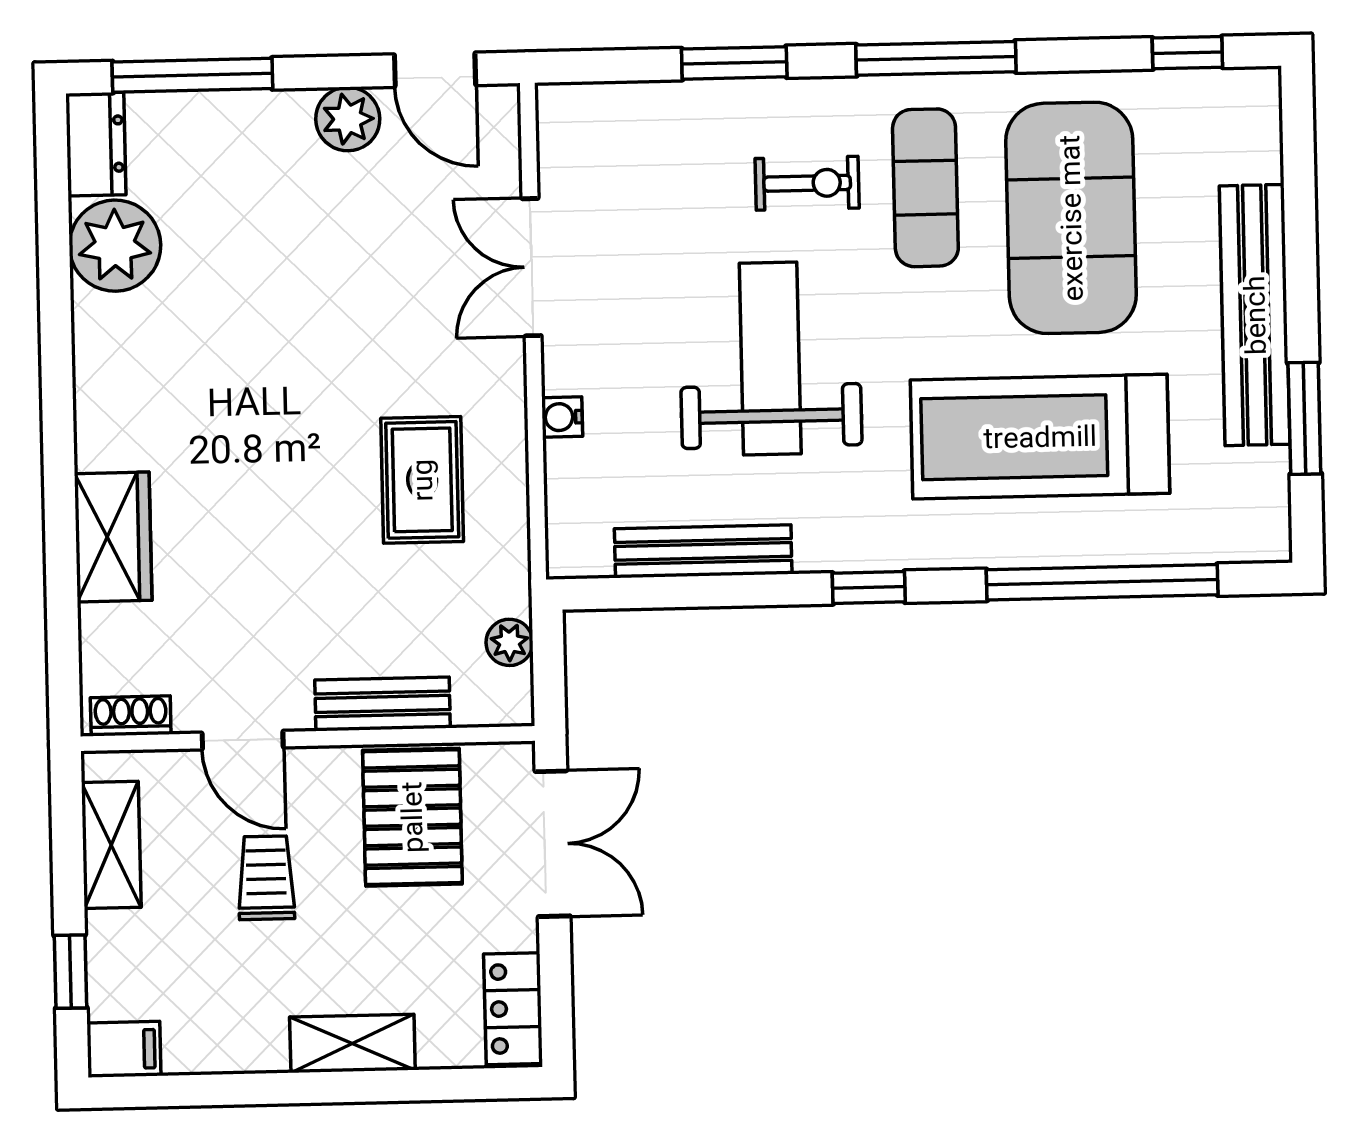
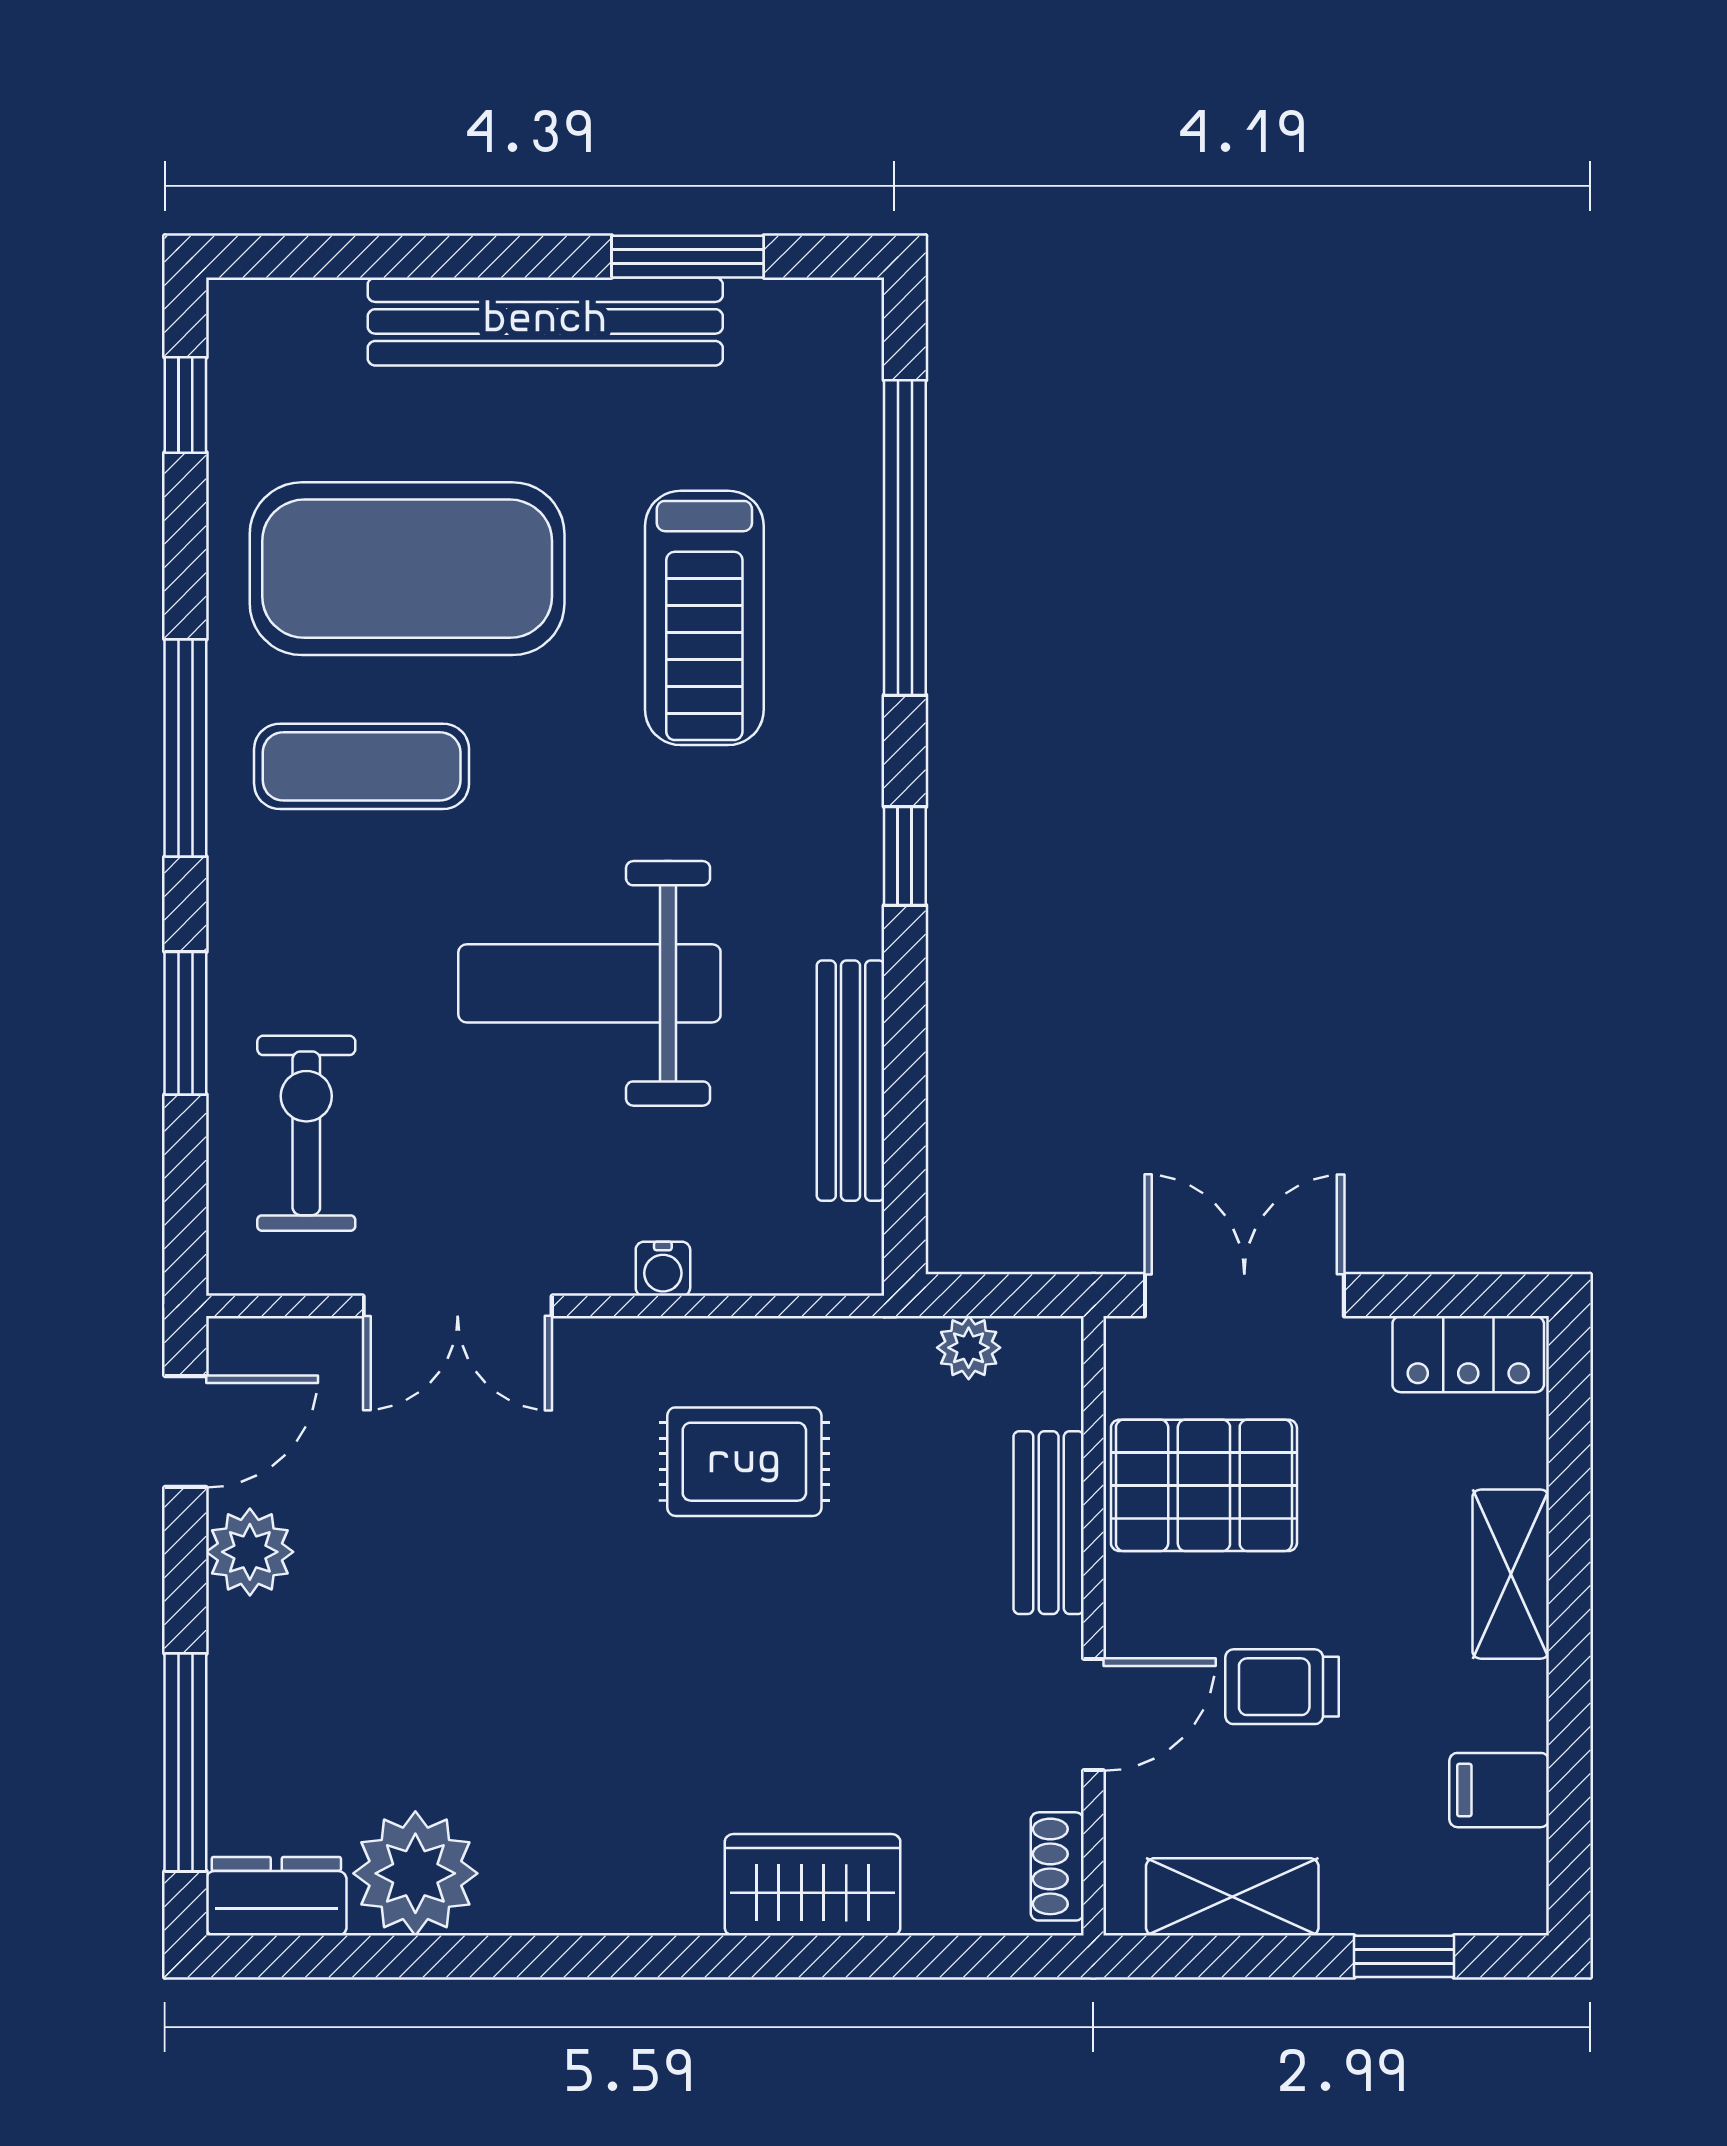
exercise bike: (807, 183) -> (306, 1133), moved, width x1.38, depth x1.39
treadmill: (1040, 437) -> (704, 618), width x0.73, depth x0.73
filing cabinet: (124, 1049) -> (1499, 1790), moved, turned -90

